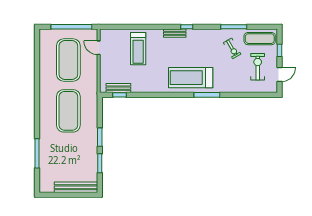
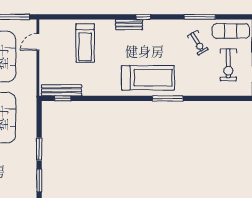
door: (99, 48) -> (38, 42), hinge flipped
exercise bike: (258, 67) -> (228, 65), turned 180
treadmill: (191, 78) -> (148, 78), turned 180
bench: (118, 88) -> (61, 90), width x1.36

